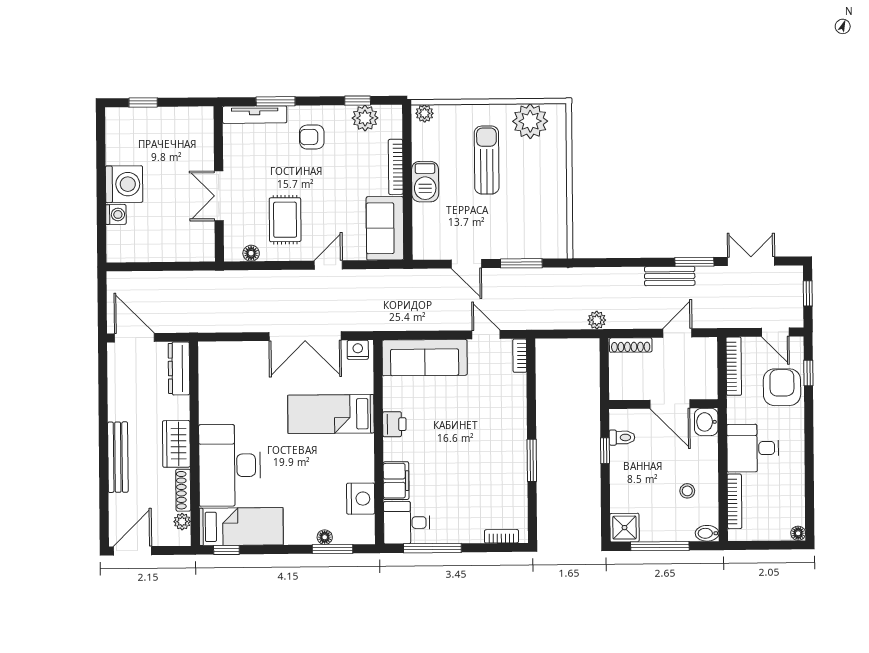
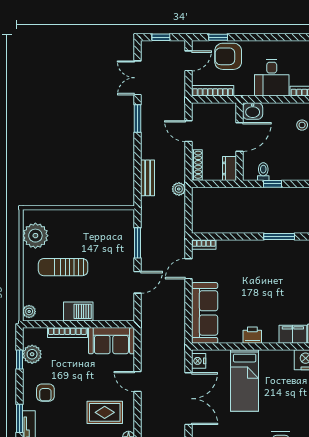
bench: (670, 276) -> (148, 178), moved
dresser: (626, 390) -> (229, 169), added

